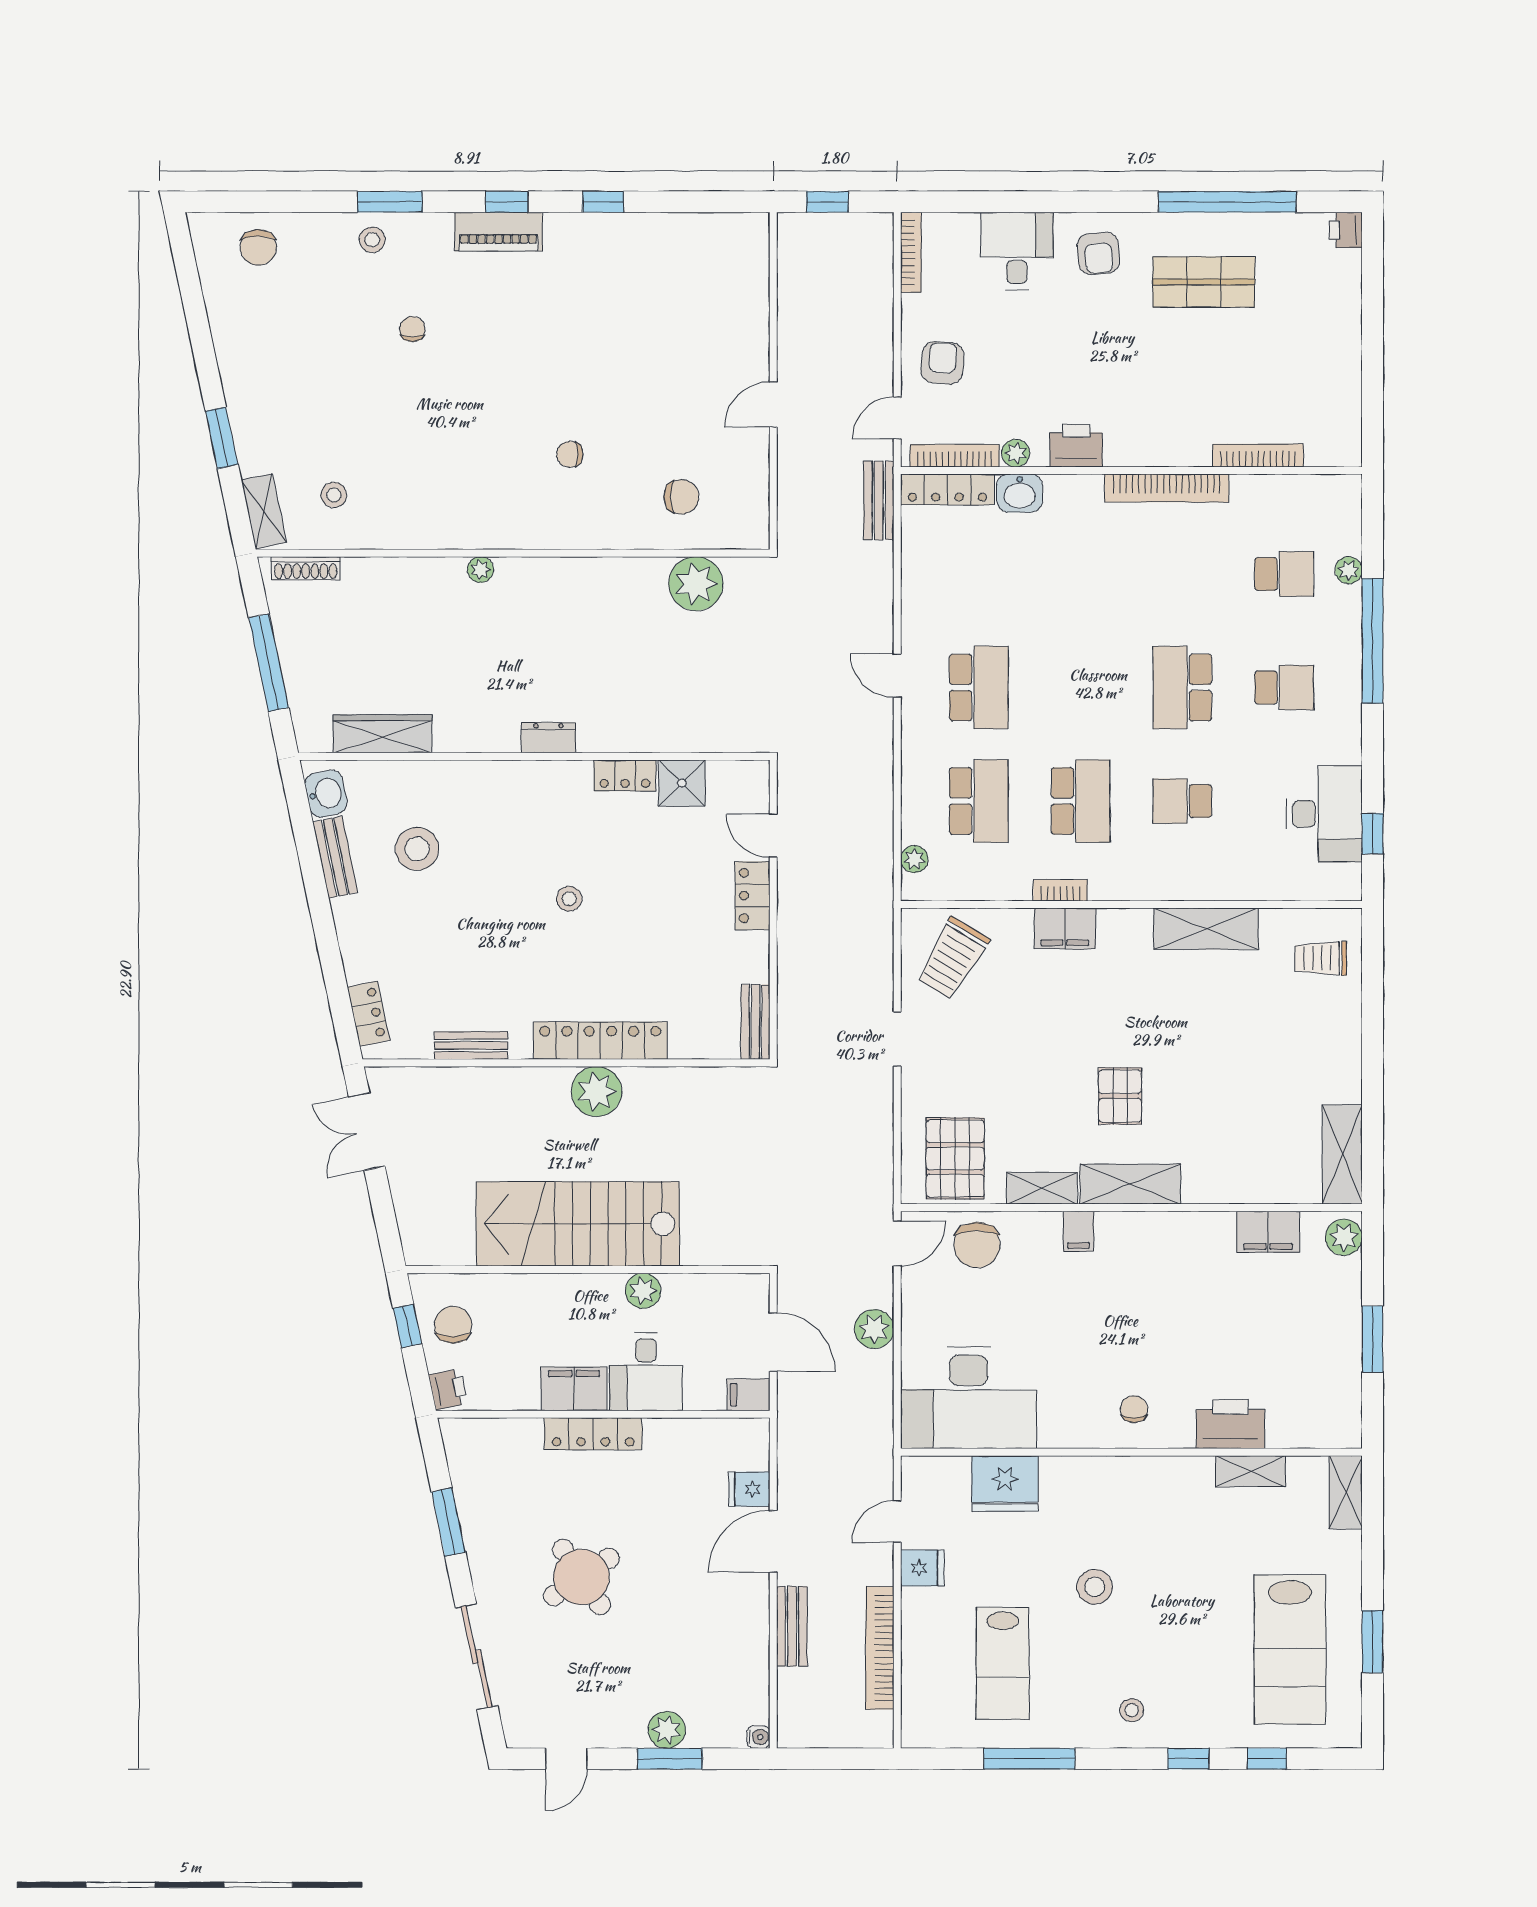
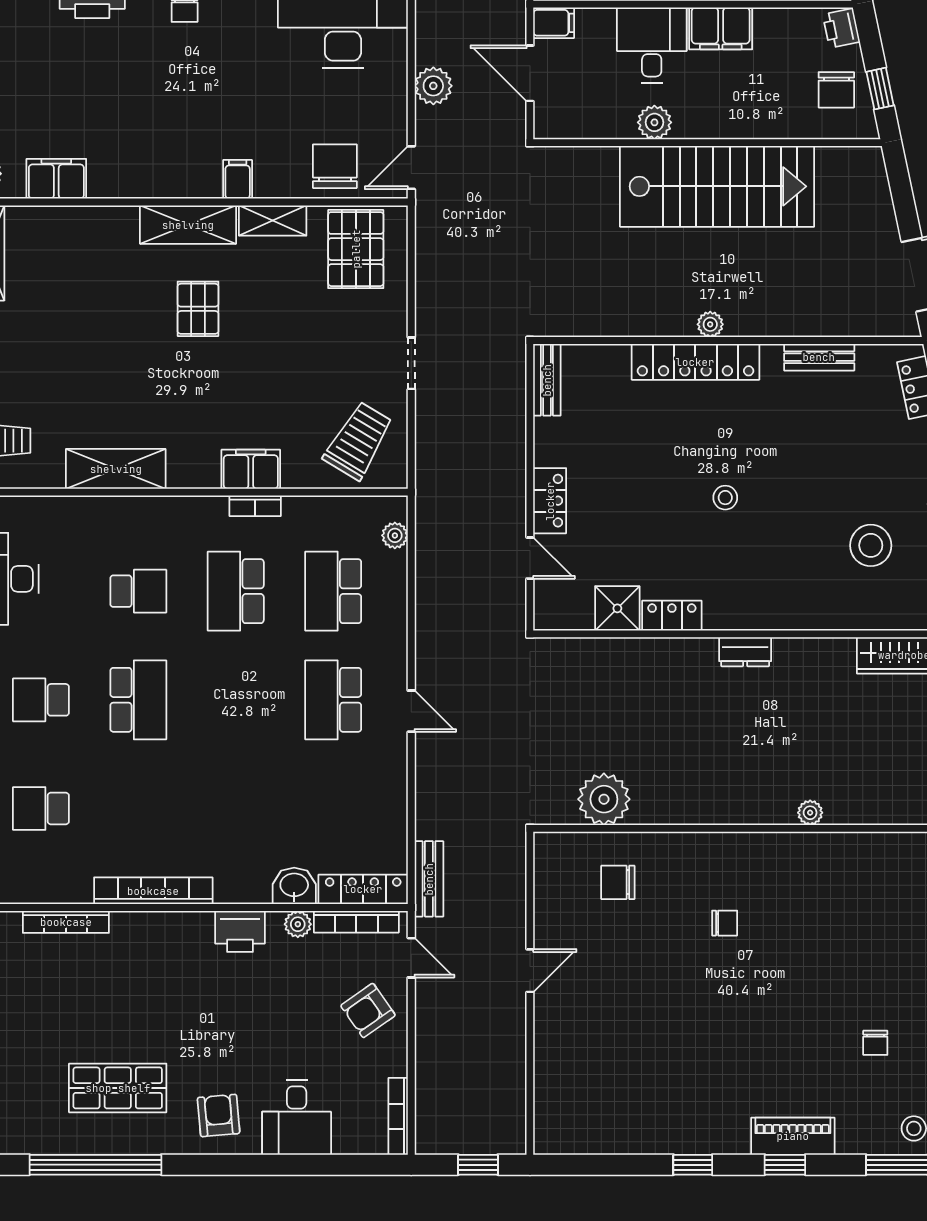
armchair: (942, 363) -> (368, 1010), turned 50
door: (897, 418) -> (411, 958), hinge flipped
plant: (597, 1092) -> (710, 324), width x0.53, depth x0.53

